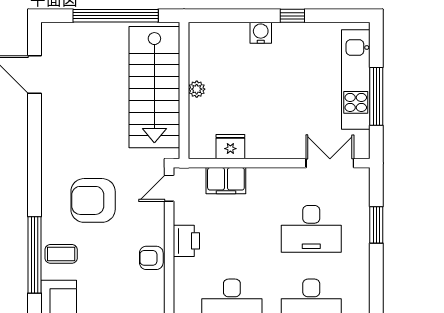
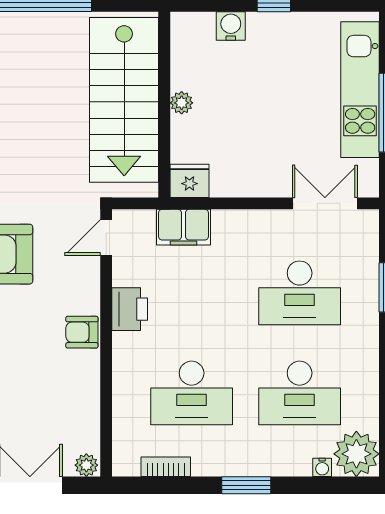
stairs: (154, 87) -> (124, 100), moved
plant: (197, 89) -> (182, 103), moved
wall: (184, 91) -> (164, 105), moved

